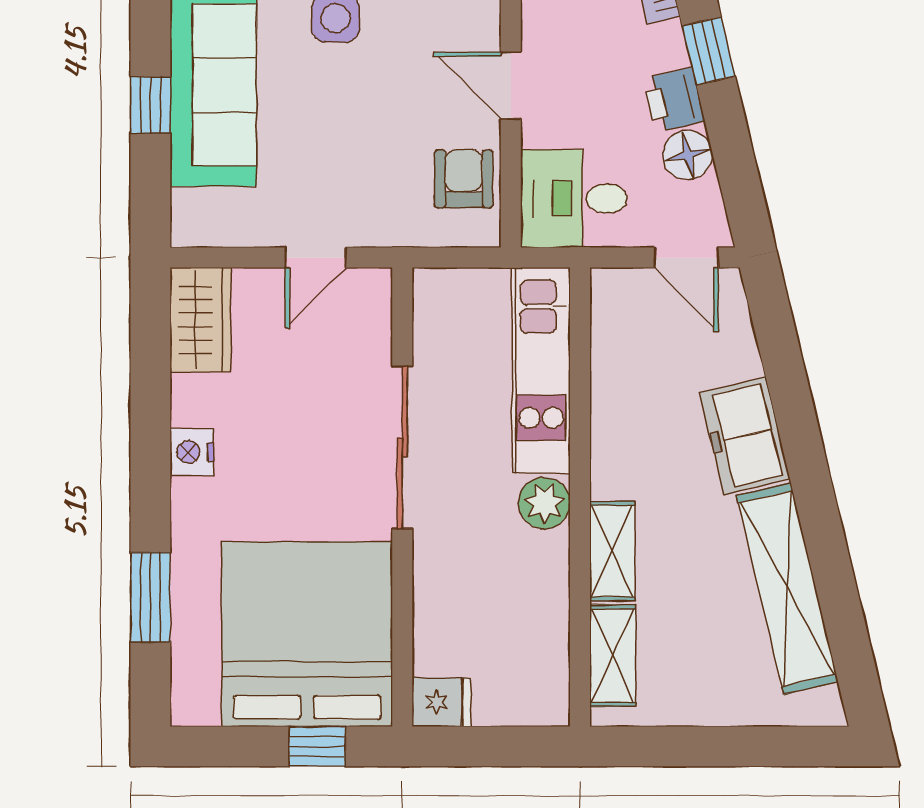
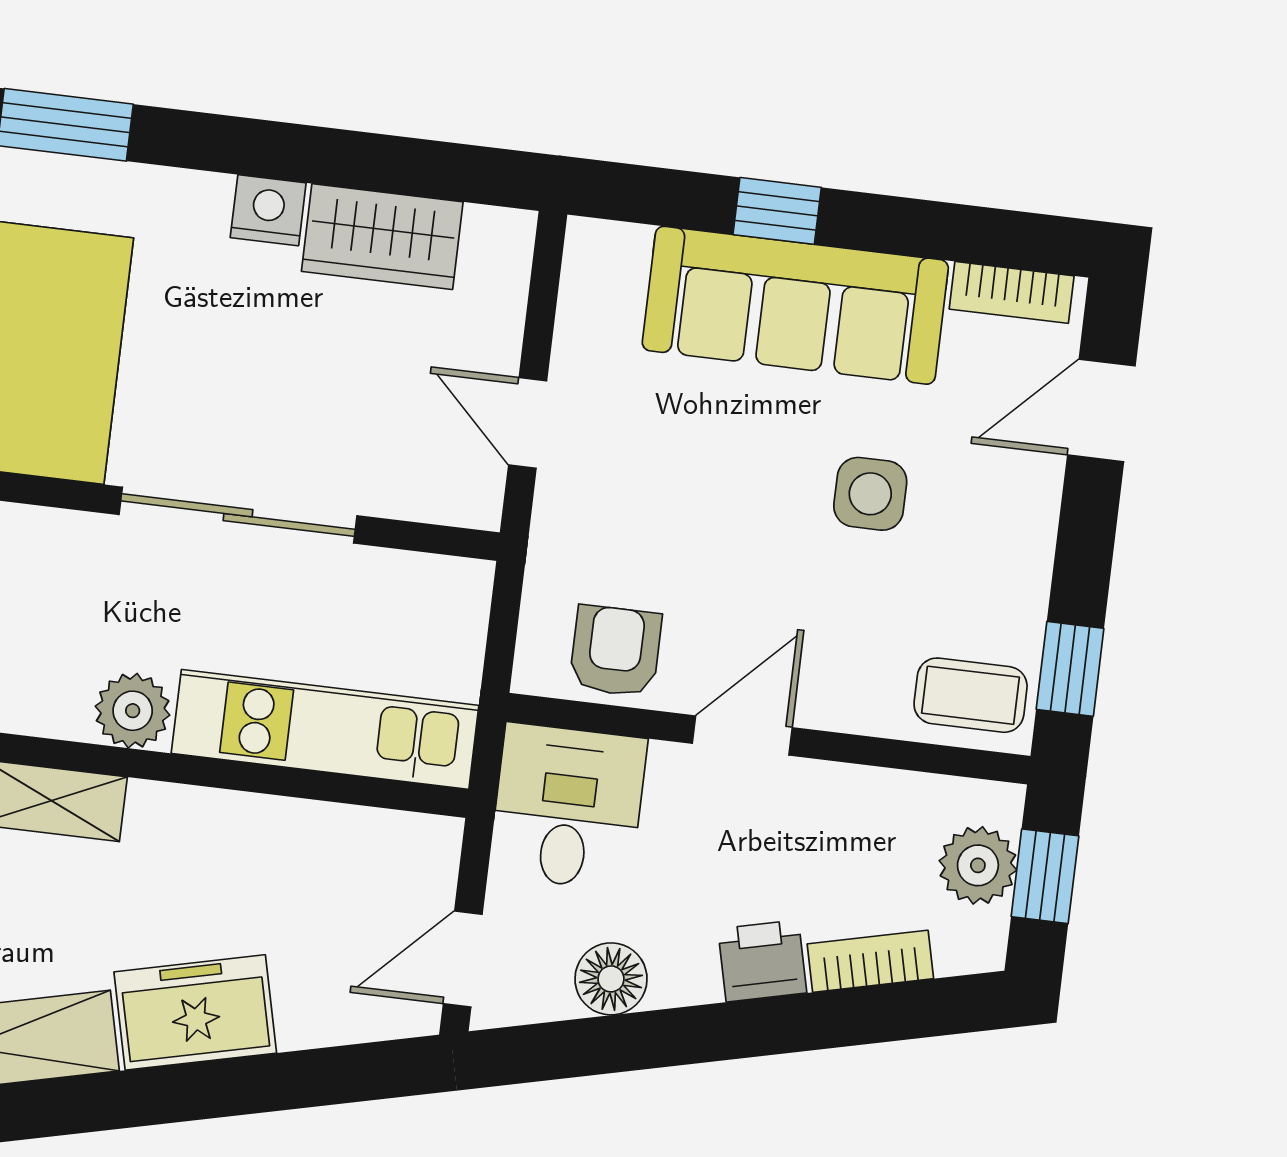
window: (709, 51) -> (758, 1028), removed
printer: (674, 100) -> (762, 961), moved
armchair: (464, 179) -> (616, 651), turned -90
wardrobe: (200, 320) -> (382, 237), moved

